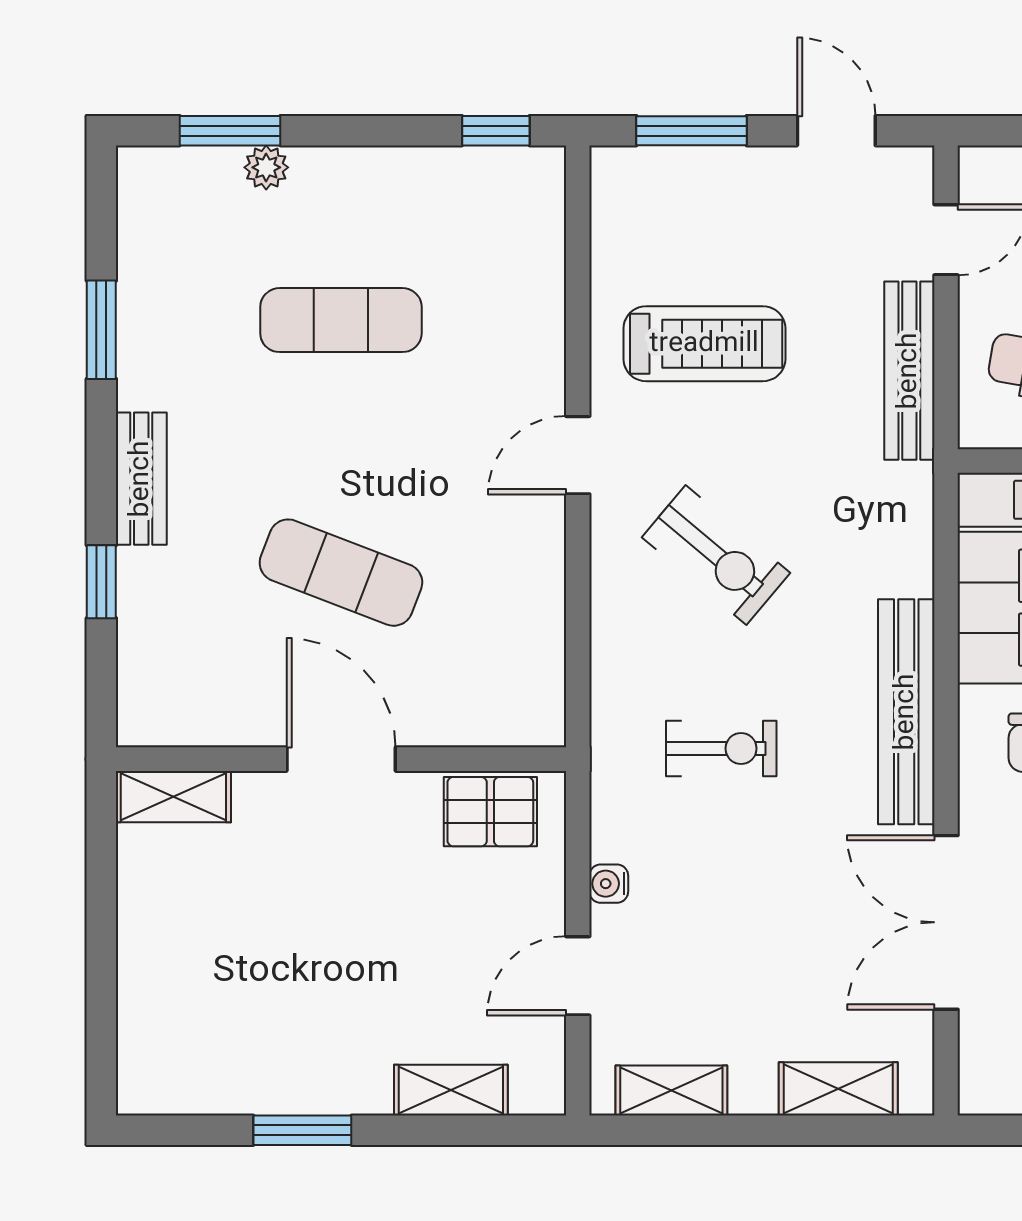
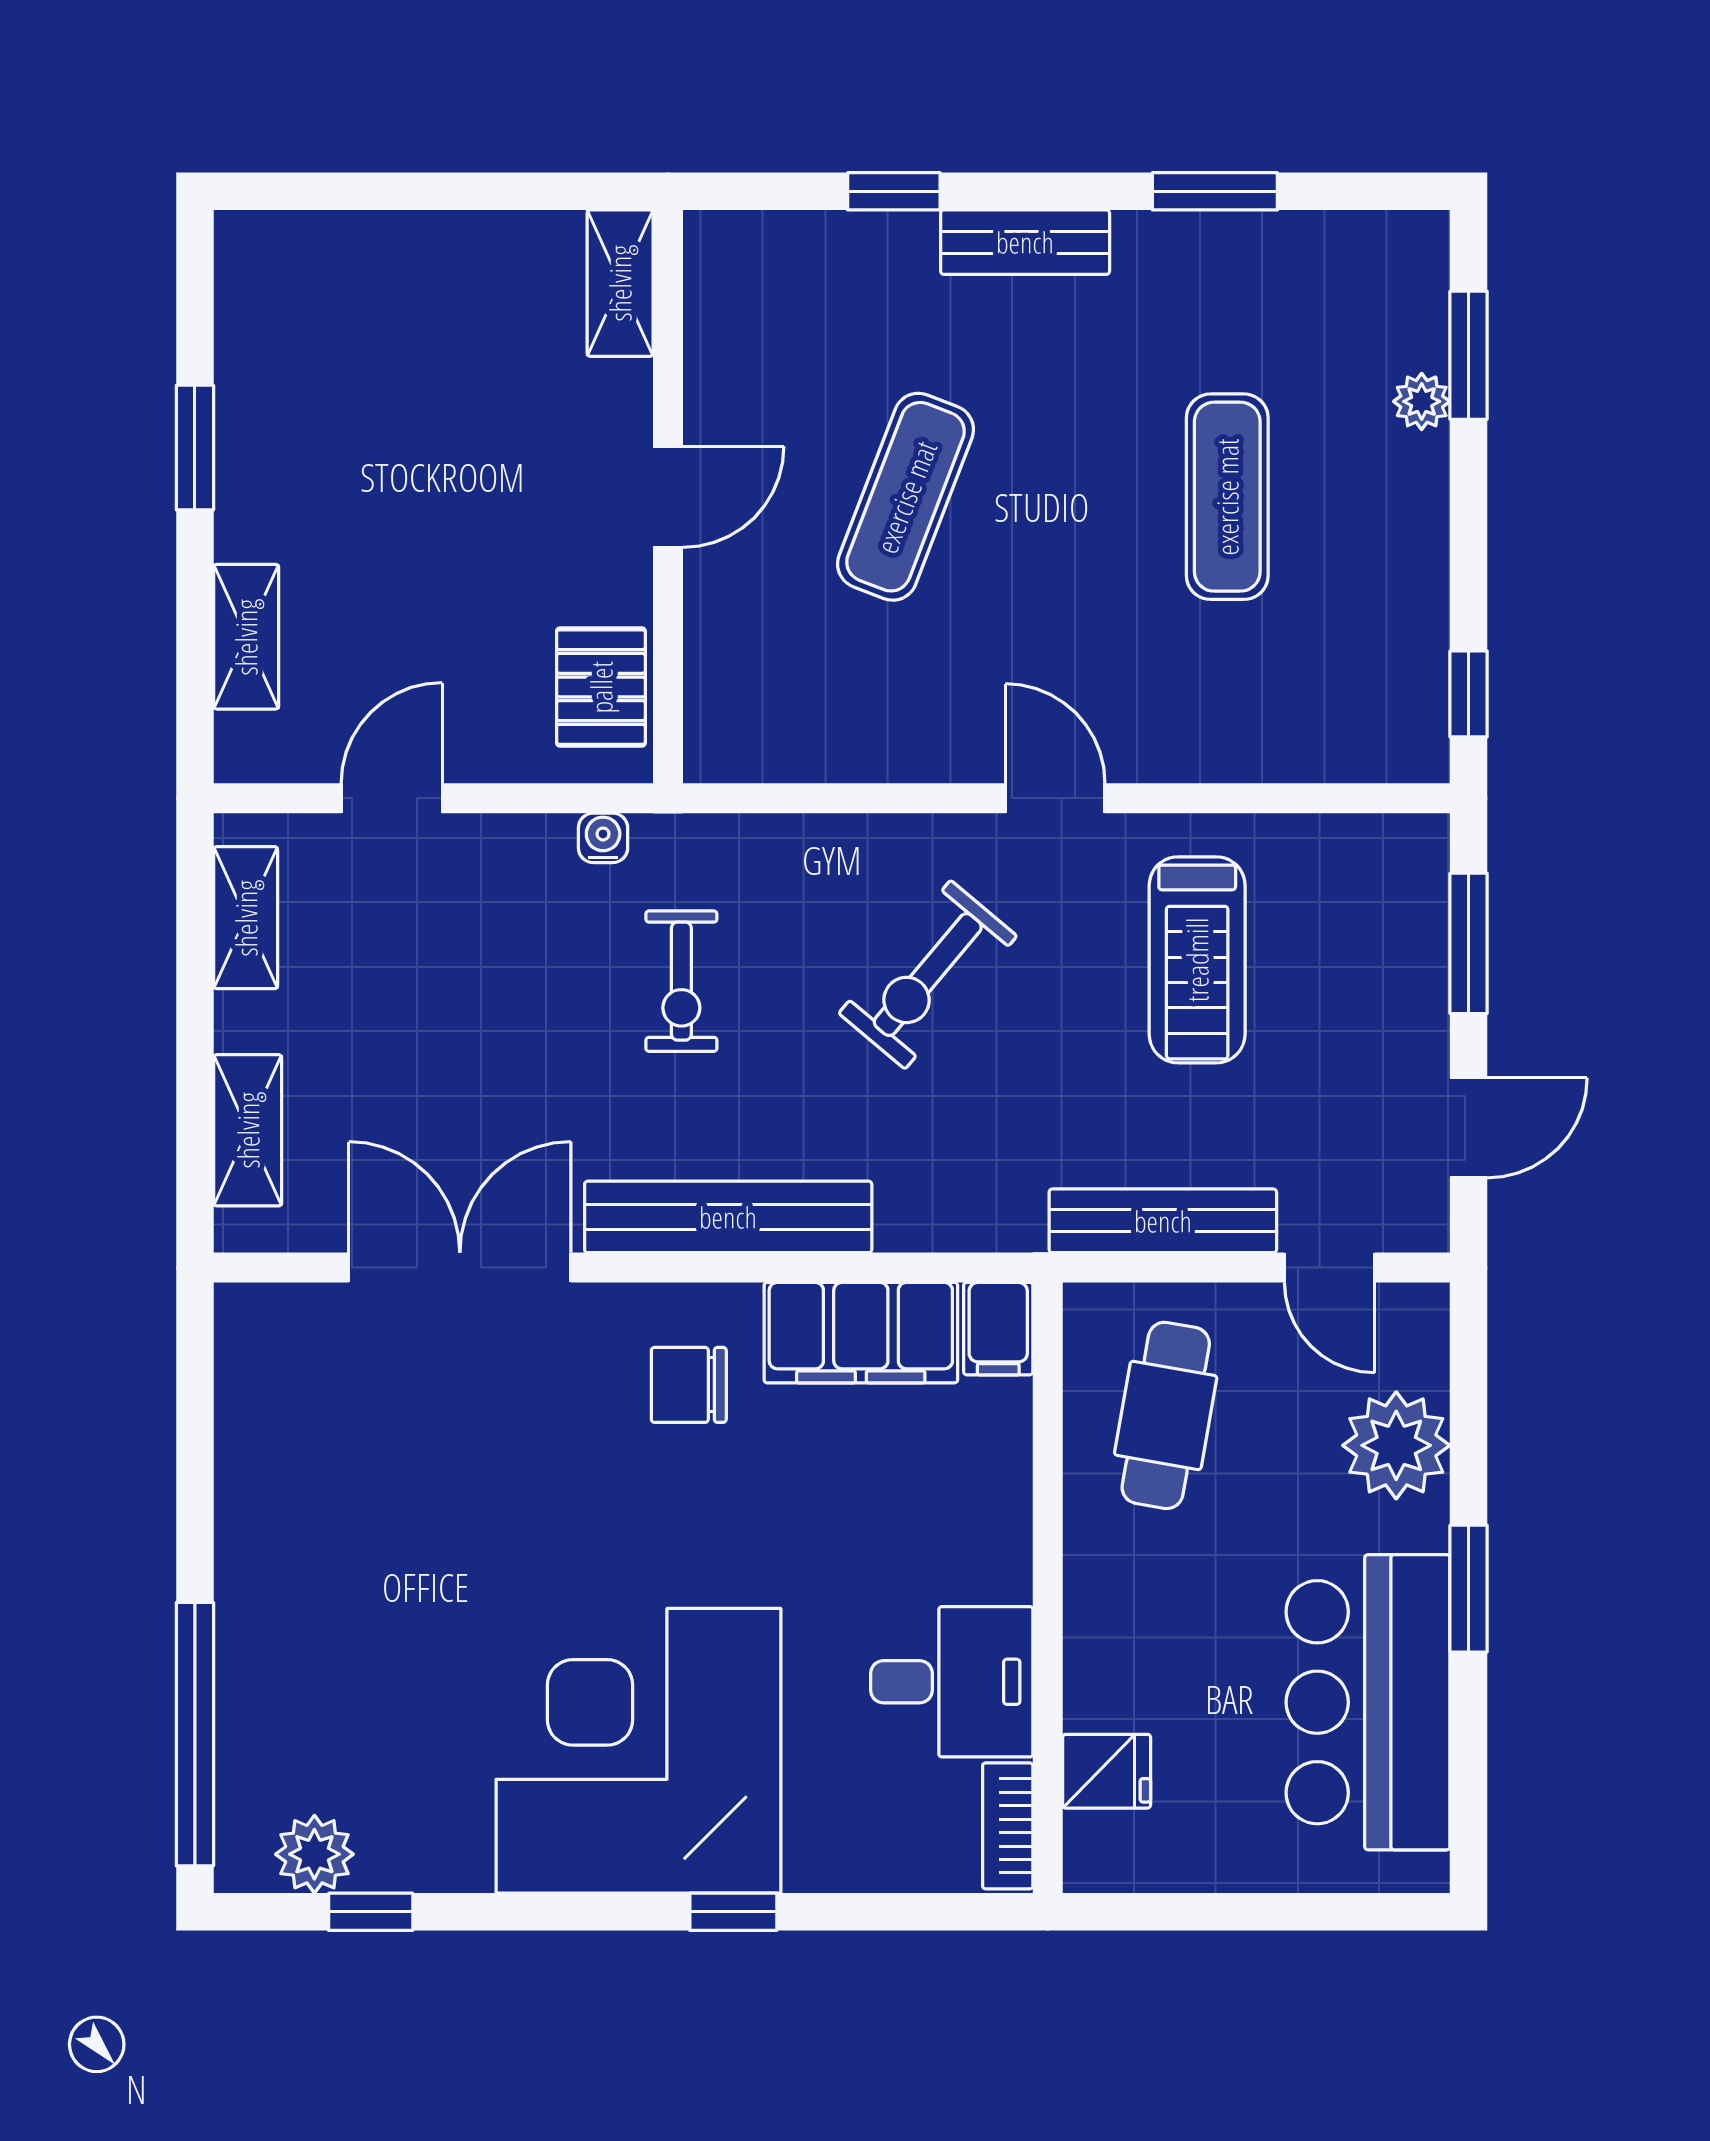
door: (341, 759) -> (668, 497), width x0.73
water cooler: (609, 884) -> (603, 838), moved
door: (578, 976) -> (392, 798), hinge flipped

